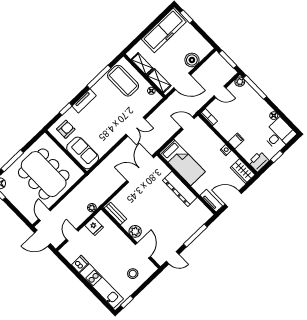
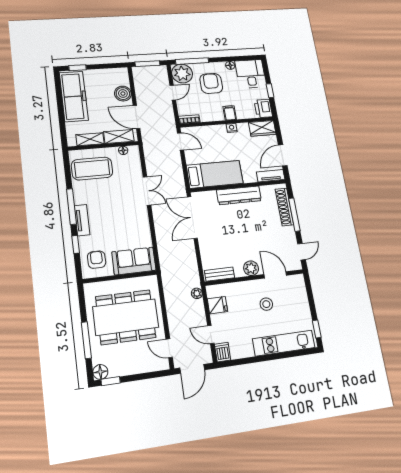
window: (99, 77) -> (71, 207), moved
door: (182, 81) -> (136, 117), swing flipped
plant: (240, 82) -> (182, 74), width x1.87, depth x1.87
armchair: (248, 113) -> (211, 83), added
door: (188, 123) -> (180, 141), swing flipped
shoe rack: (196, 225) -> (284, 207), added
dishwasher: (80, 264) -> (223, 352), moved
stool: (133, 274) -> (266, 304), moved

